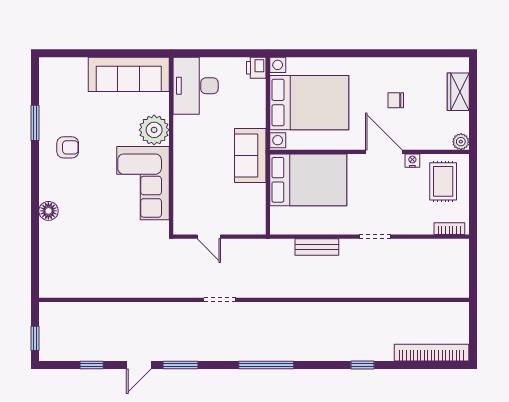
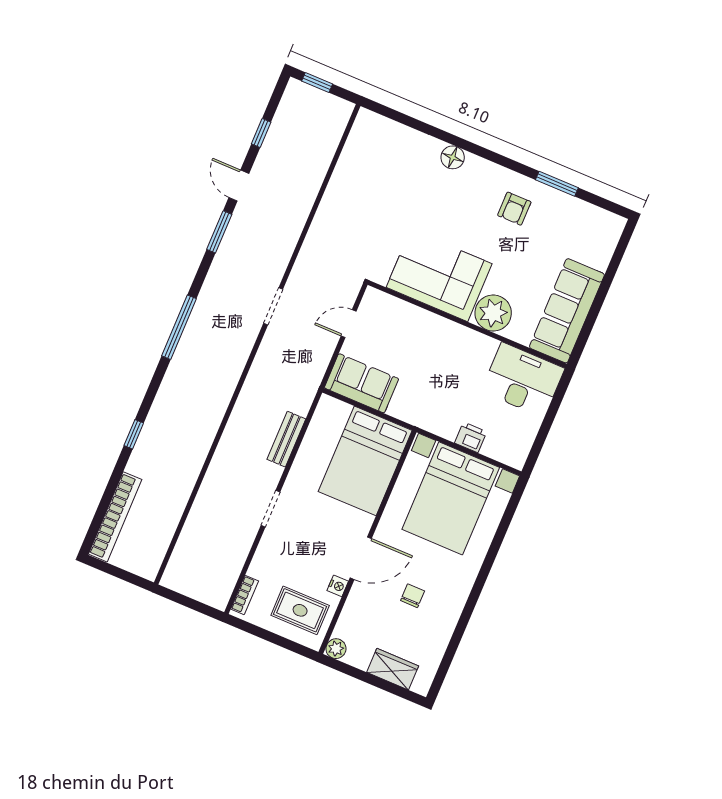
printer: (256, 68) -> (471, 437), moved
sofa: (250, 156) -> (361, 383), moved

